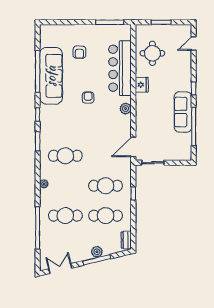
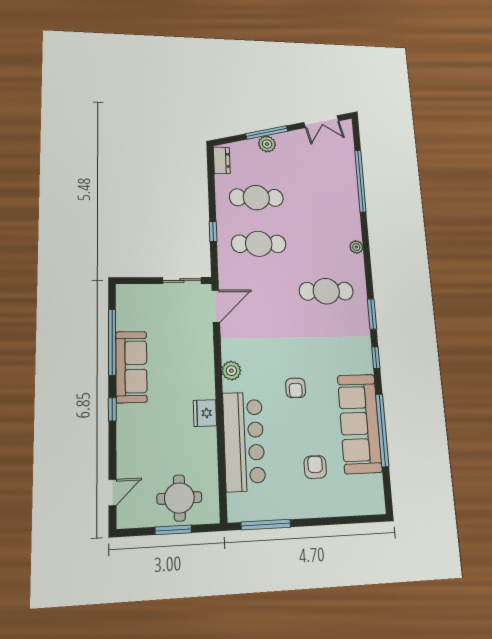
round table: (152, 53) -> (179, 498), moved
cafe table: (65, 216) -> (319, 199), removed

